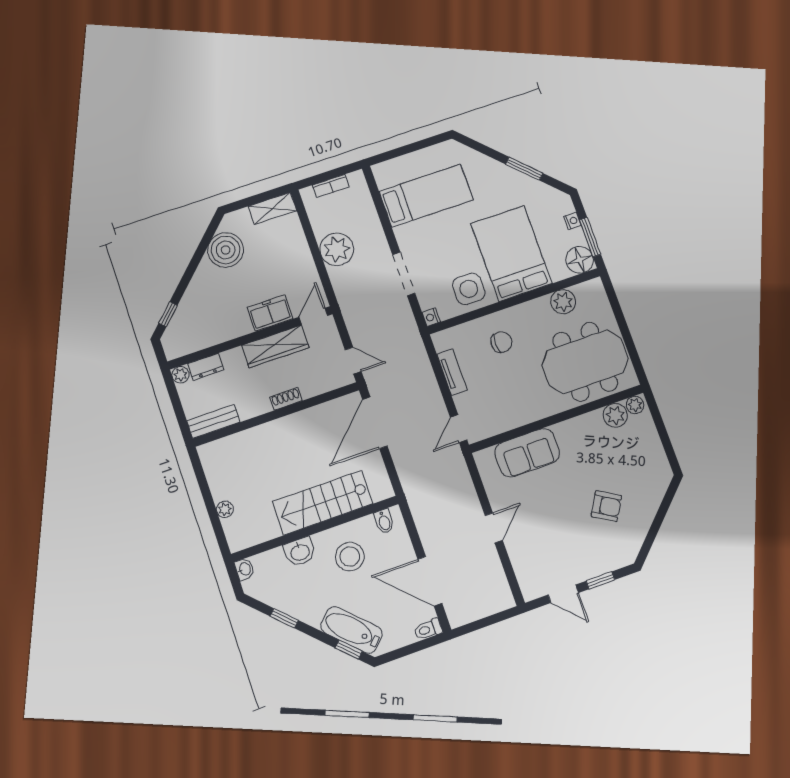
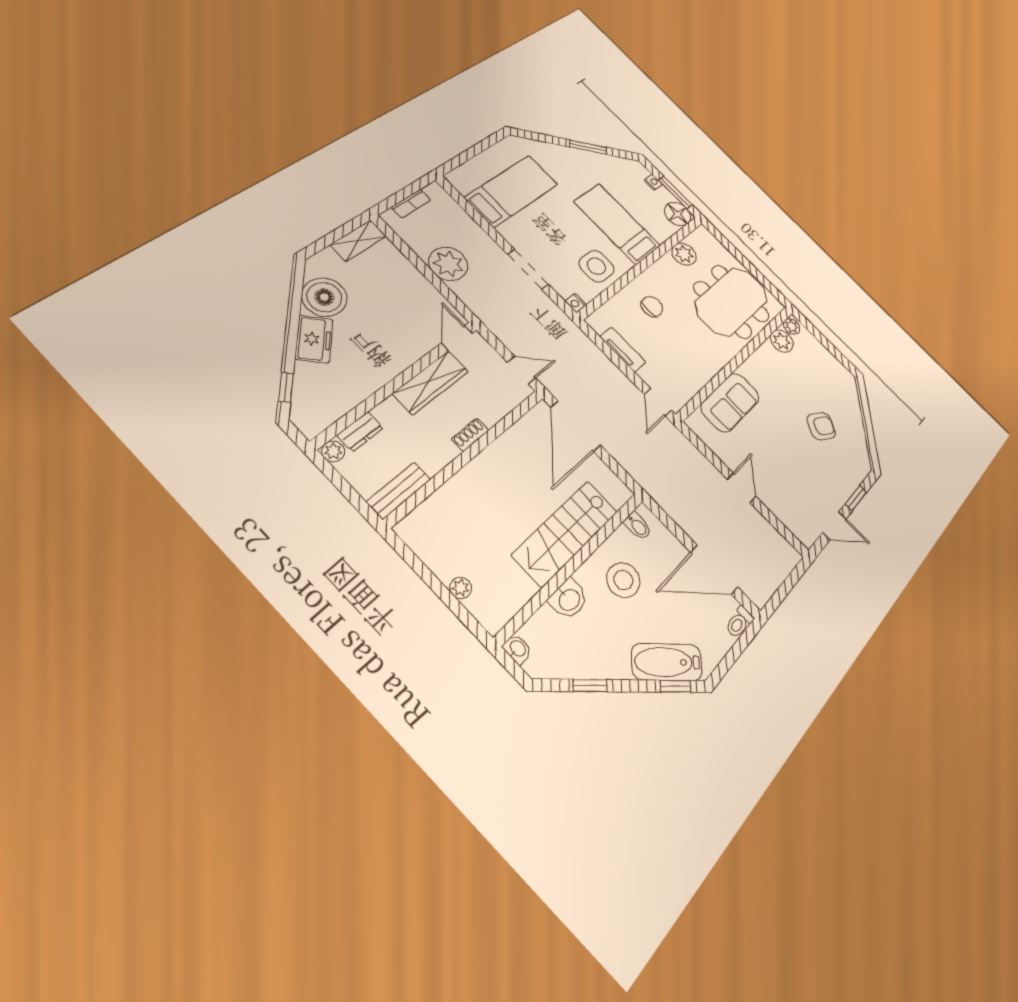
bed: (511, 254) -> (617, 224), width x0.67
freezer: (270, 313) -> (314, 339), moved, turned 135

